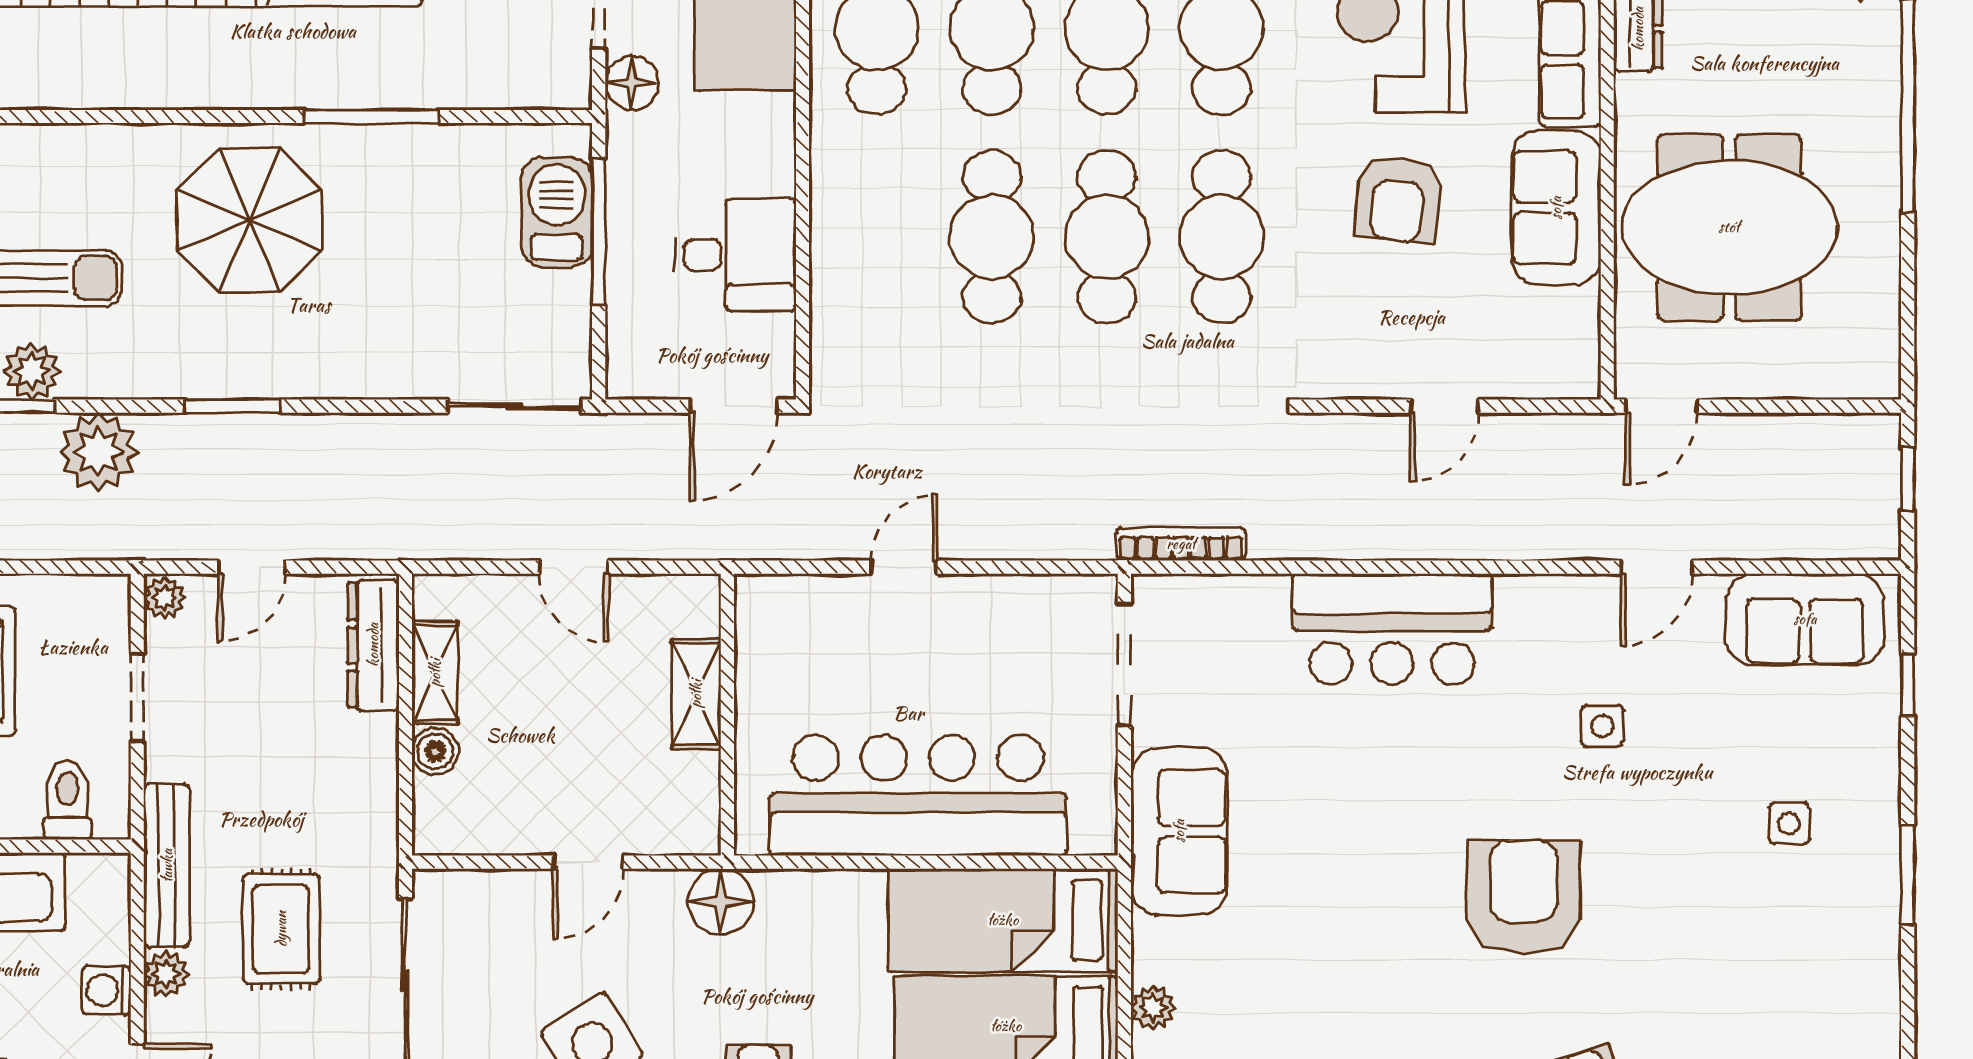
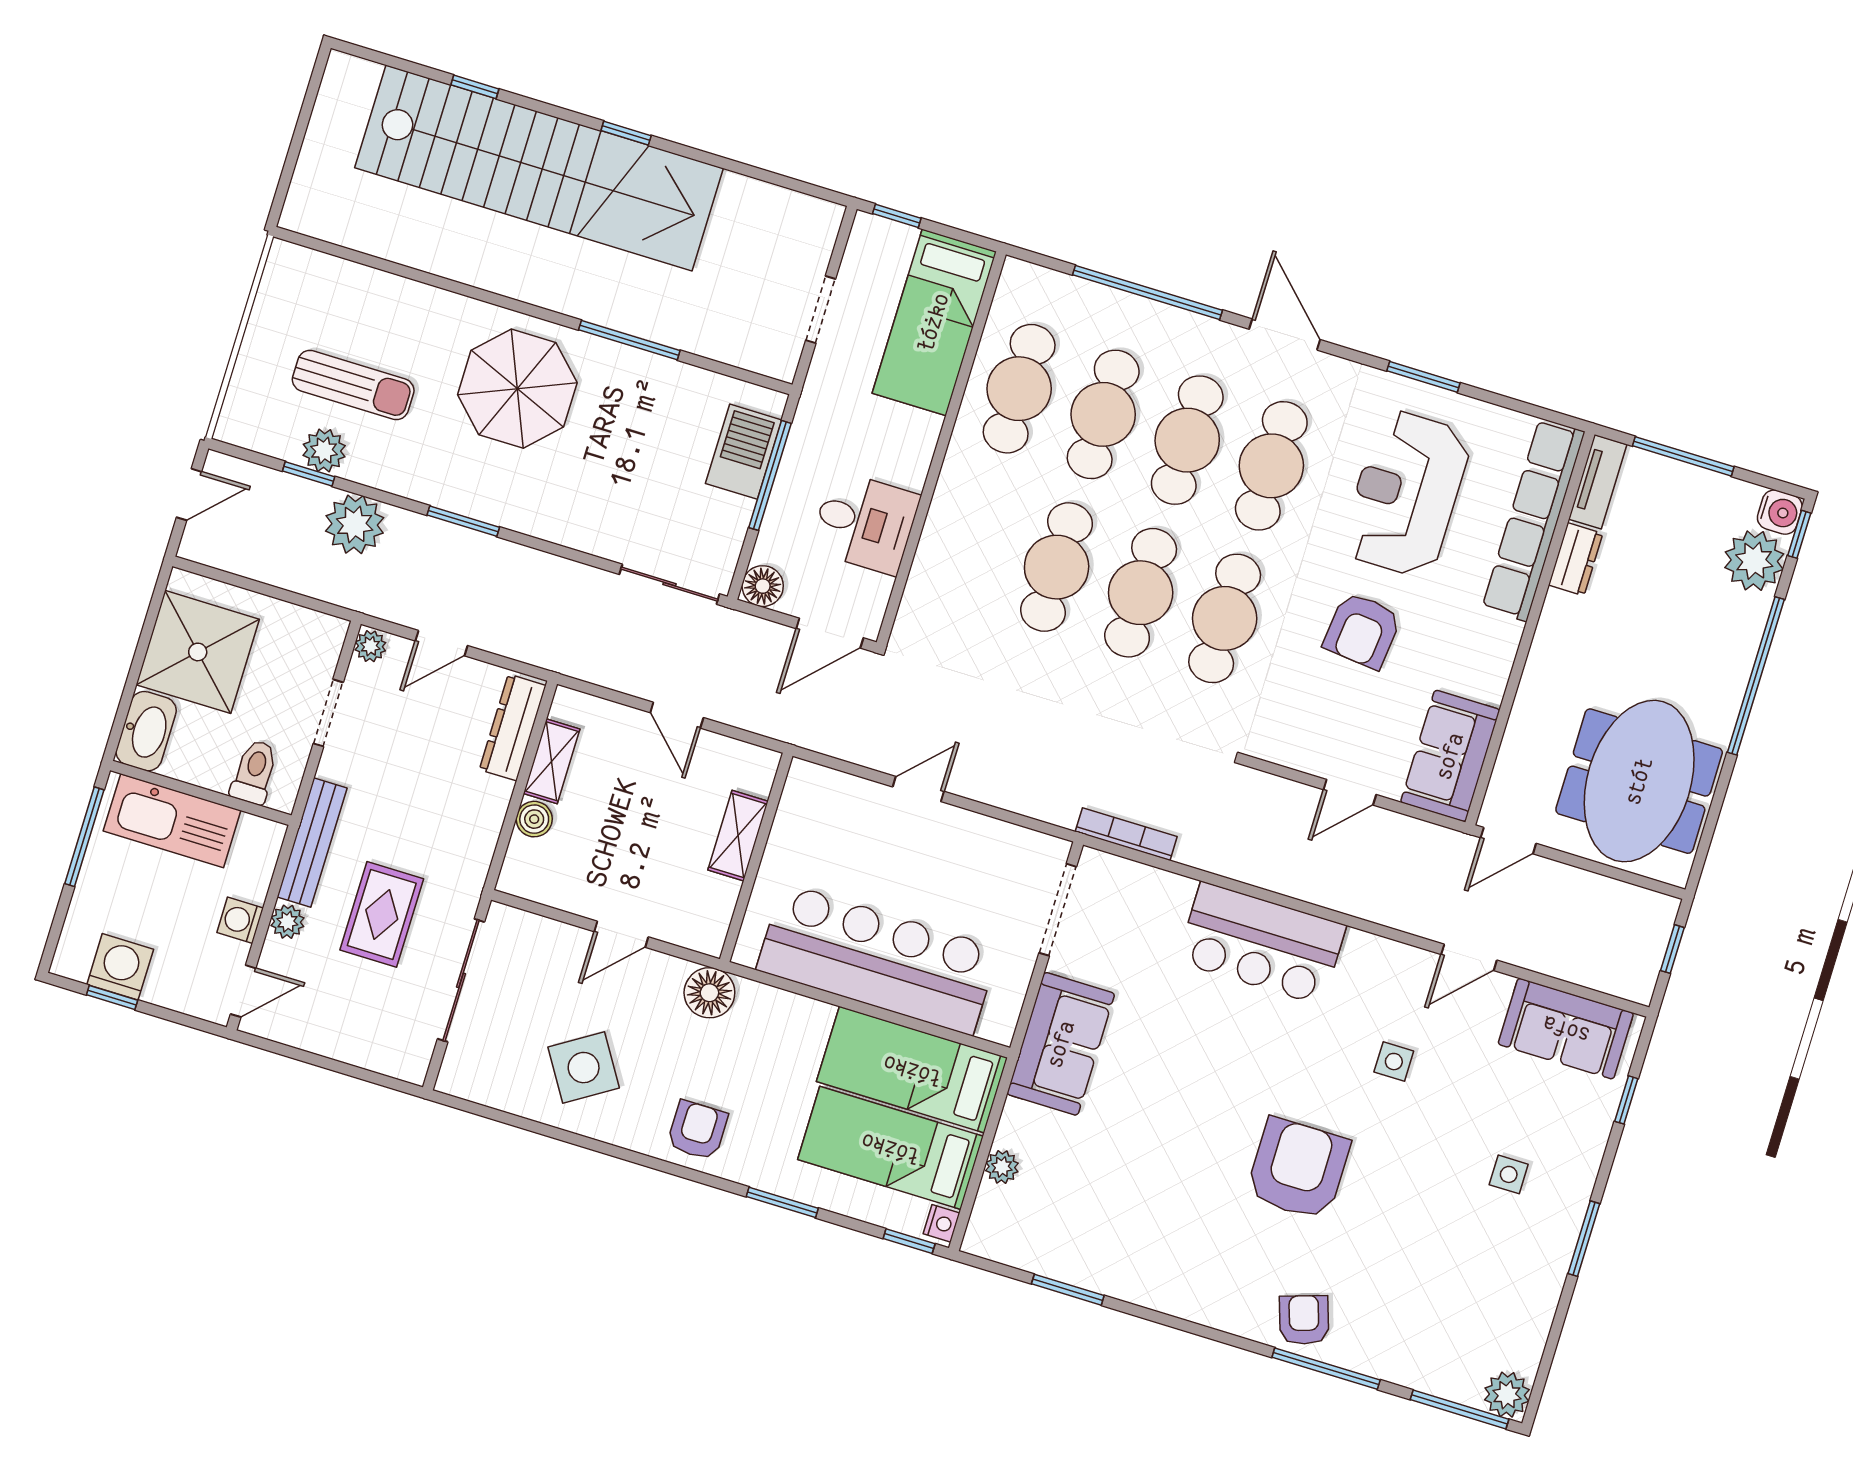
floor lamp: (632, 83) -> (763, 586), moved
sofa: (1556, 208) -> (1450, 756), moved
meeting table: (1729, 227) -> (1639, 781), moved, turned 90

